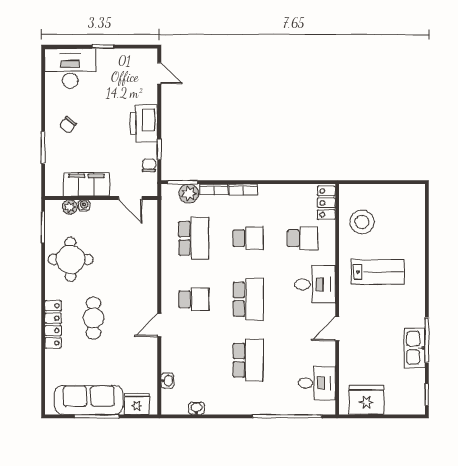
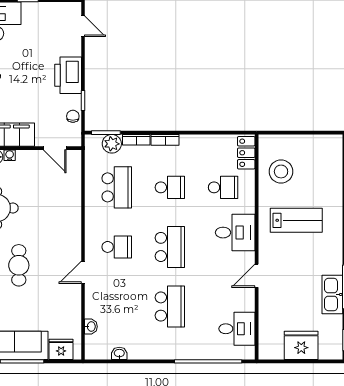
fridge: (366, 400) -> (301, 345), moved

